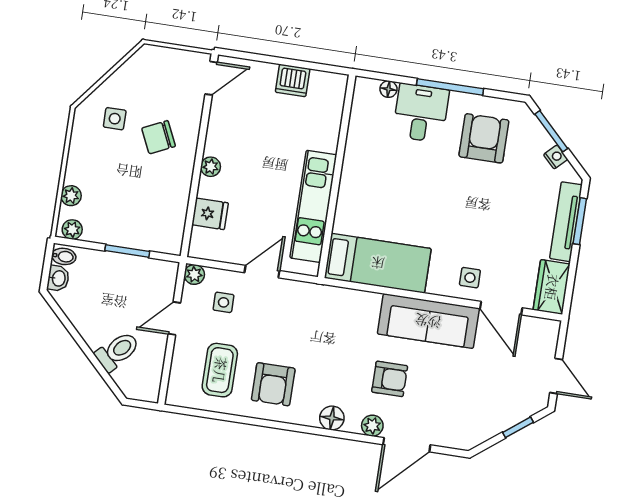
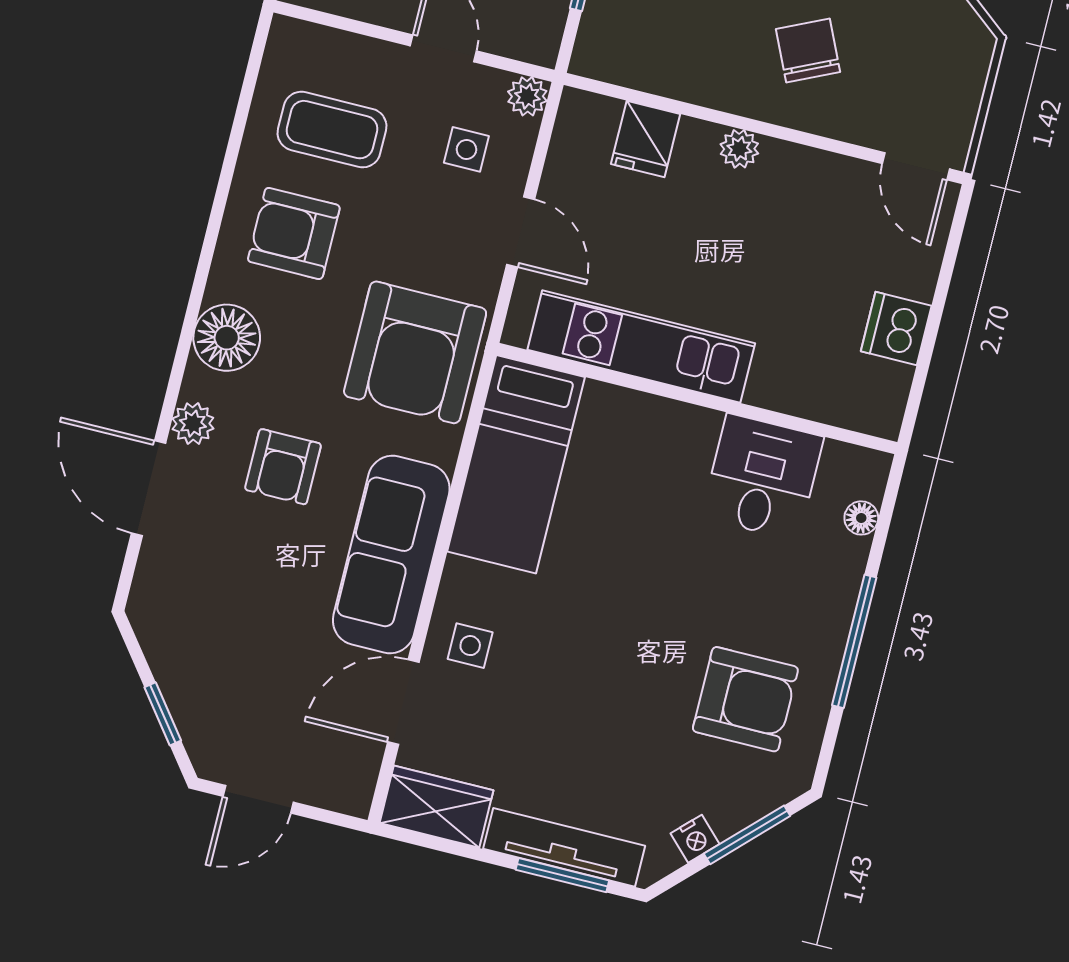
desk: (421, 113) -> (762, 477), moved, turned -90
armchair: (327, 319) -> (415, 352), added
floor lamp: (332, 418) -> (227, 338), width x1.38, depth x1.38

